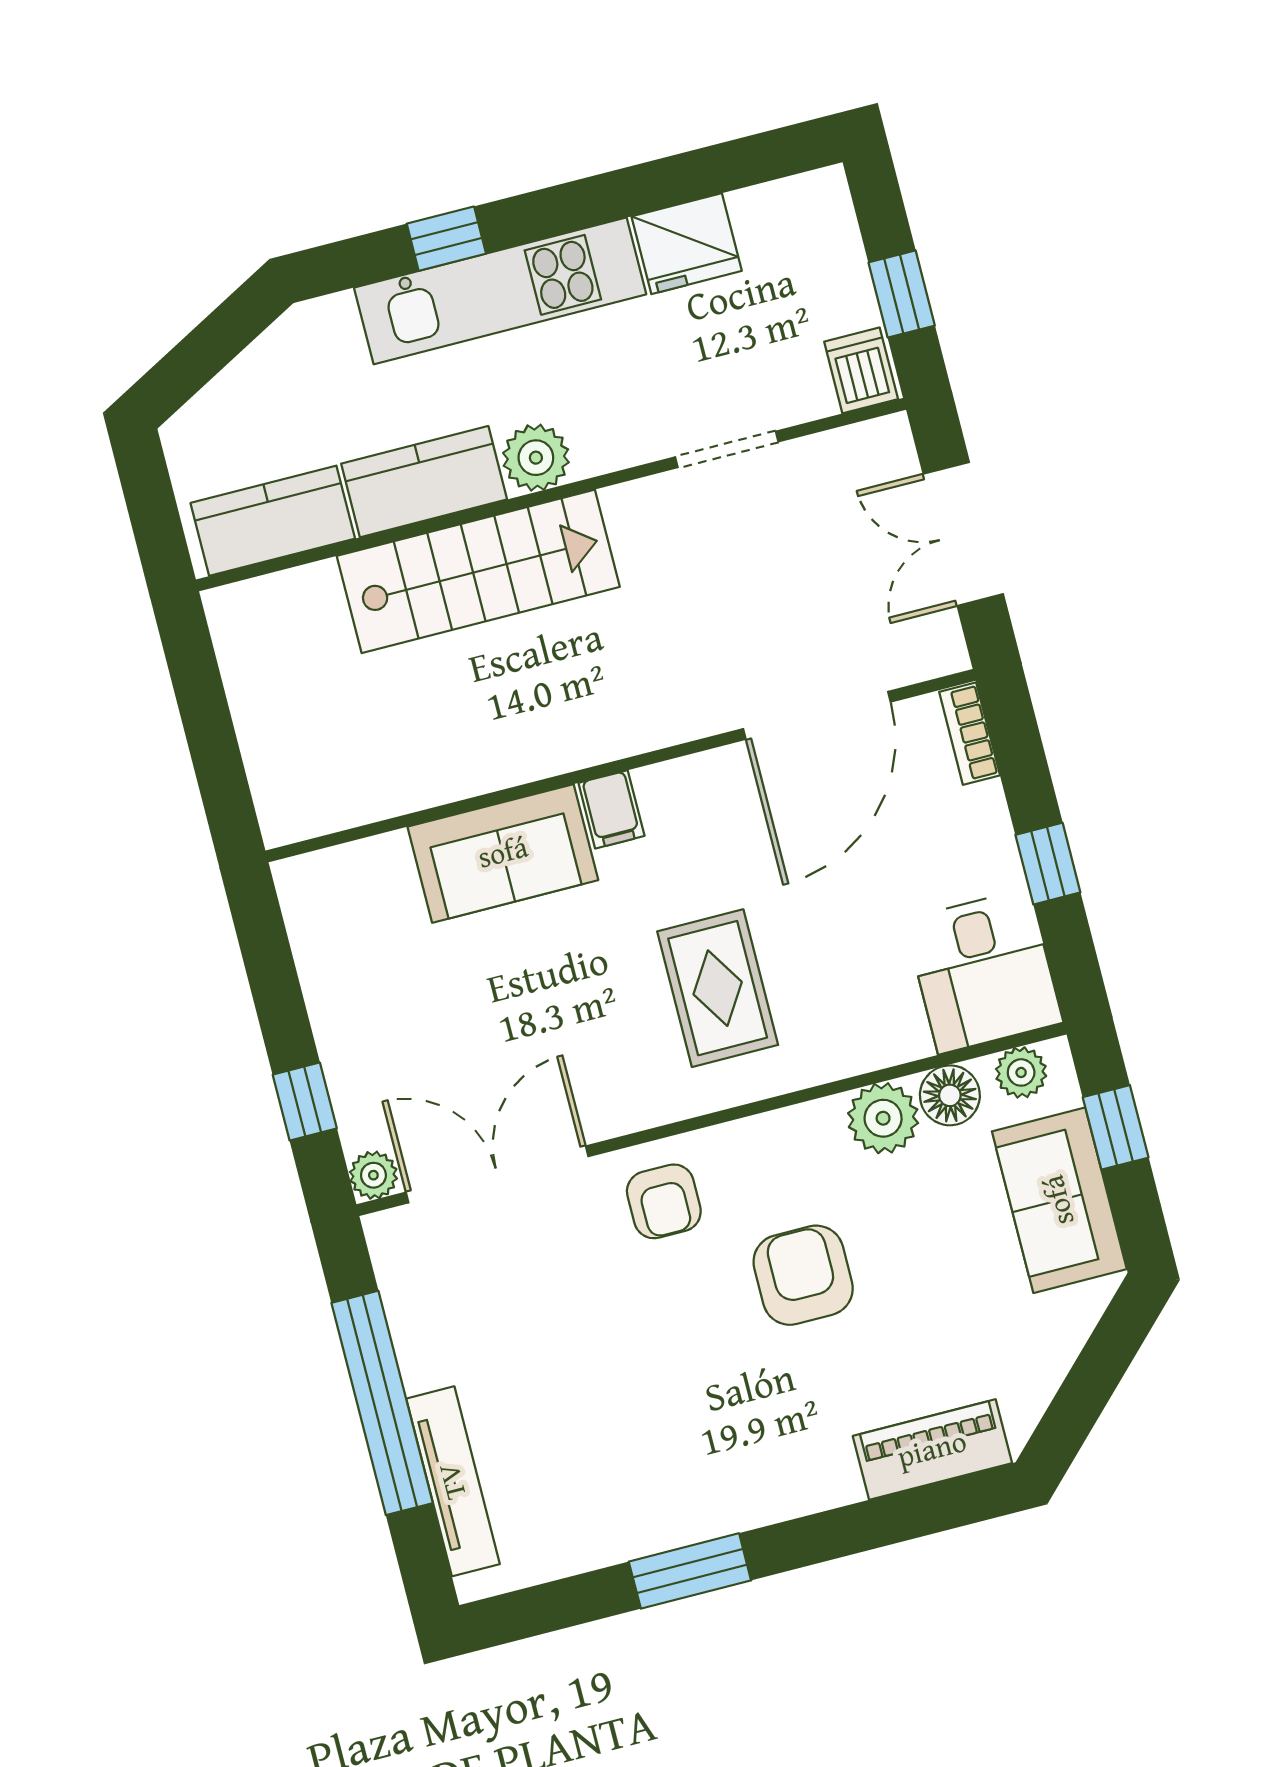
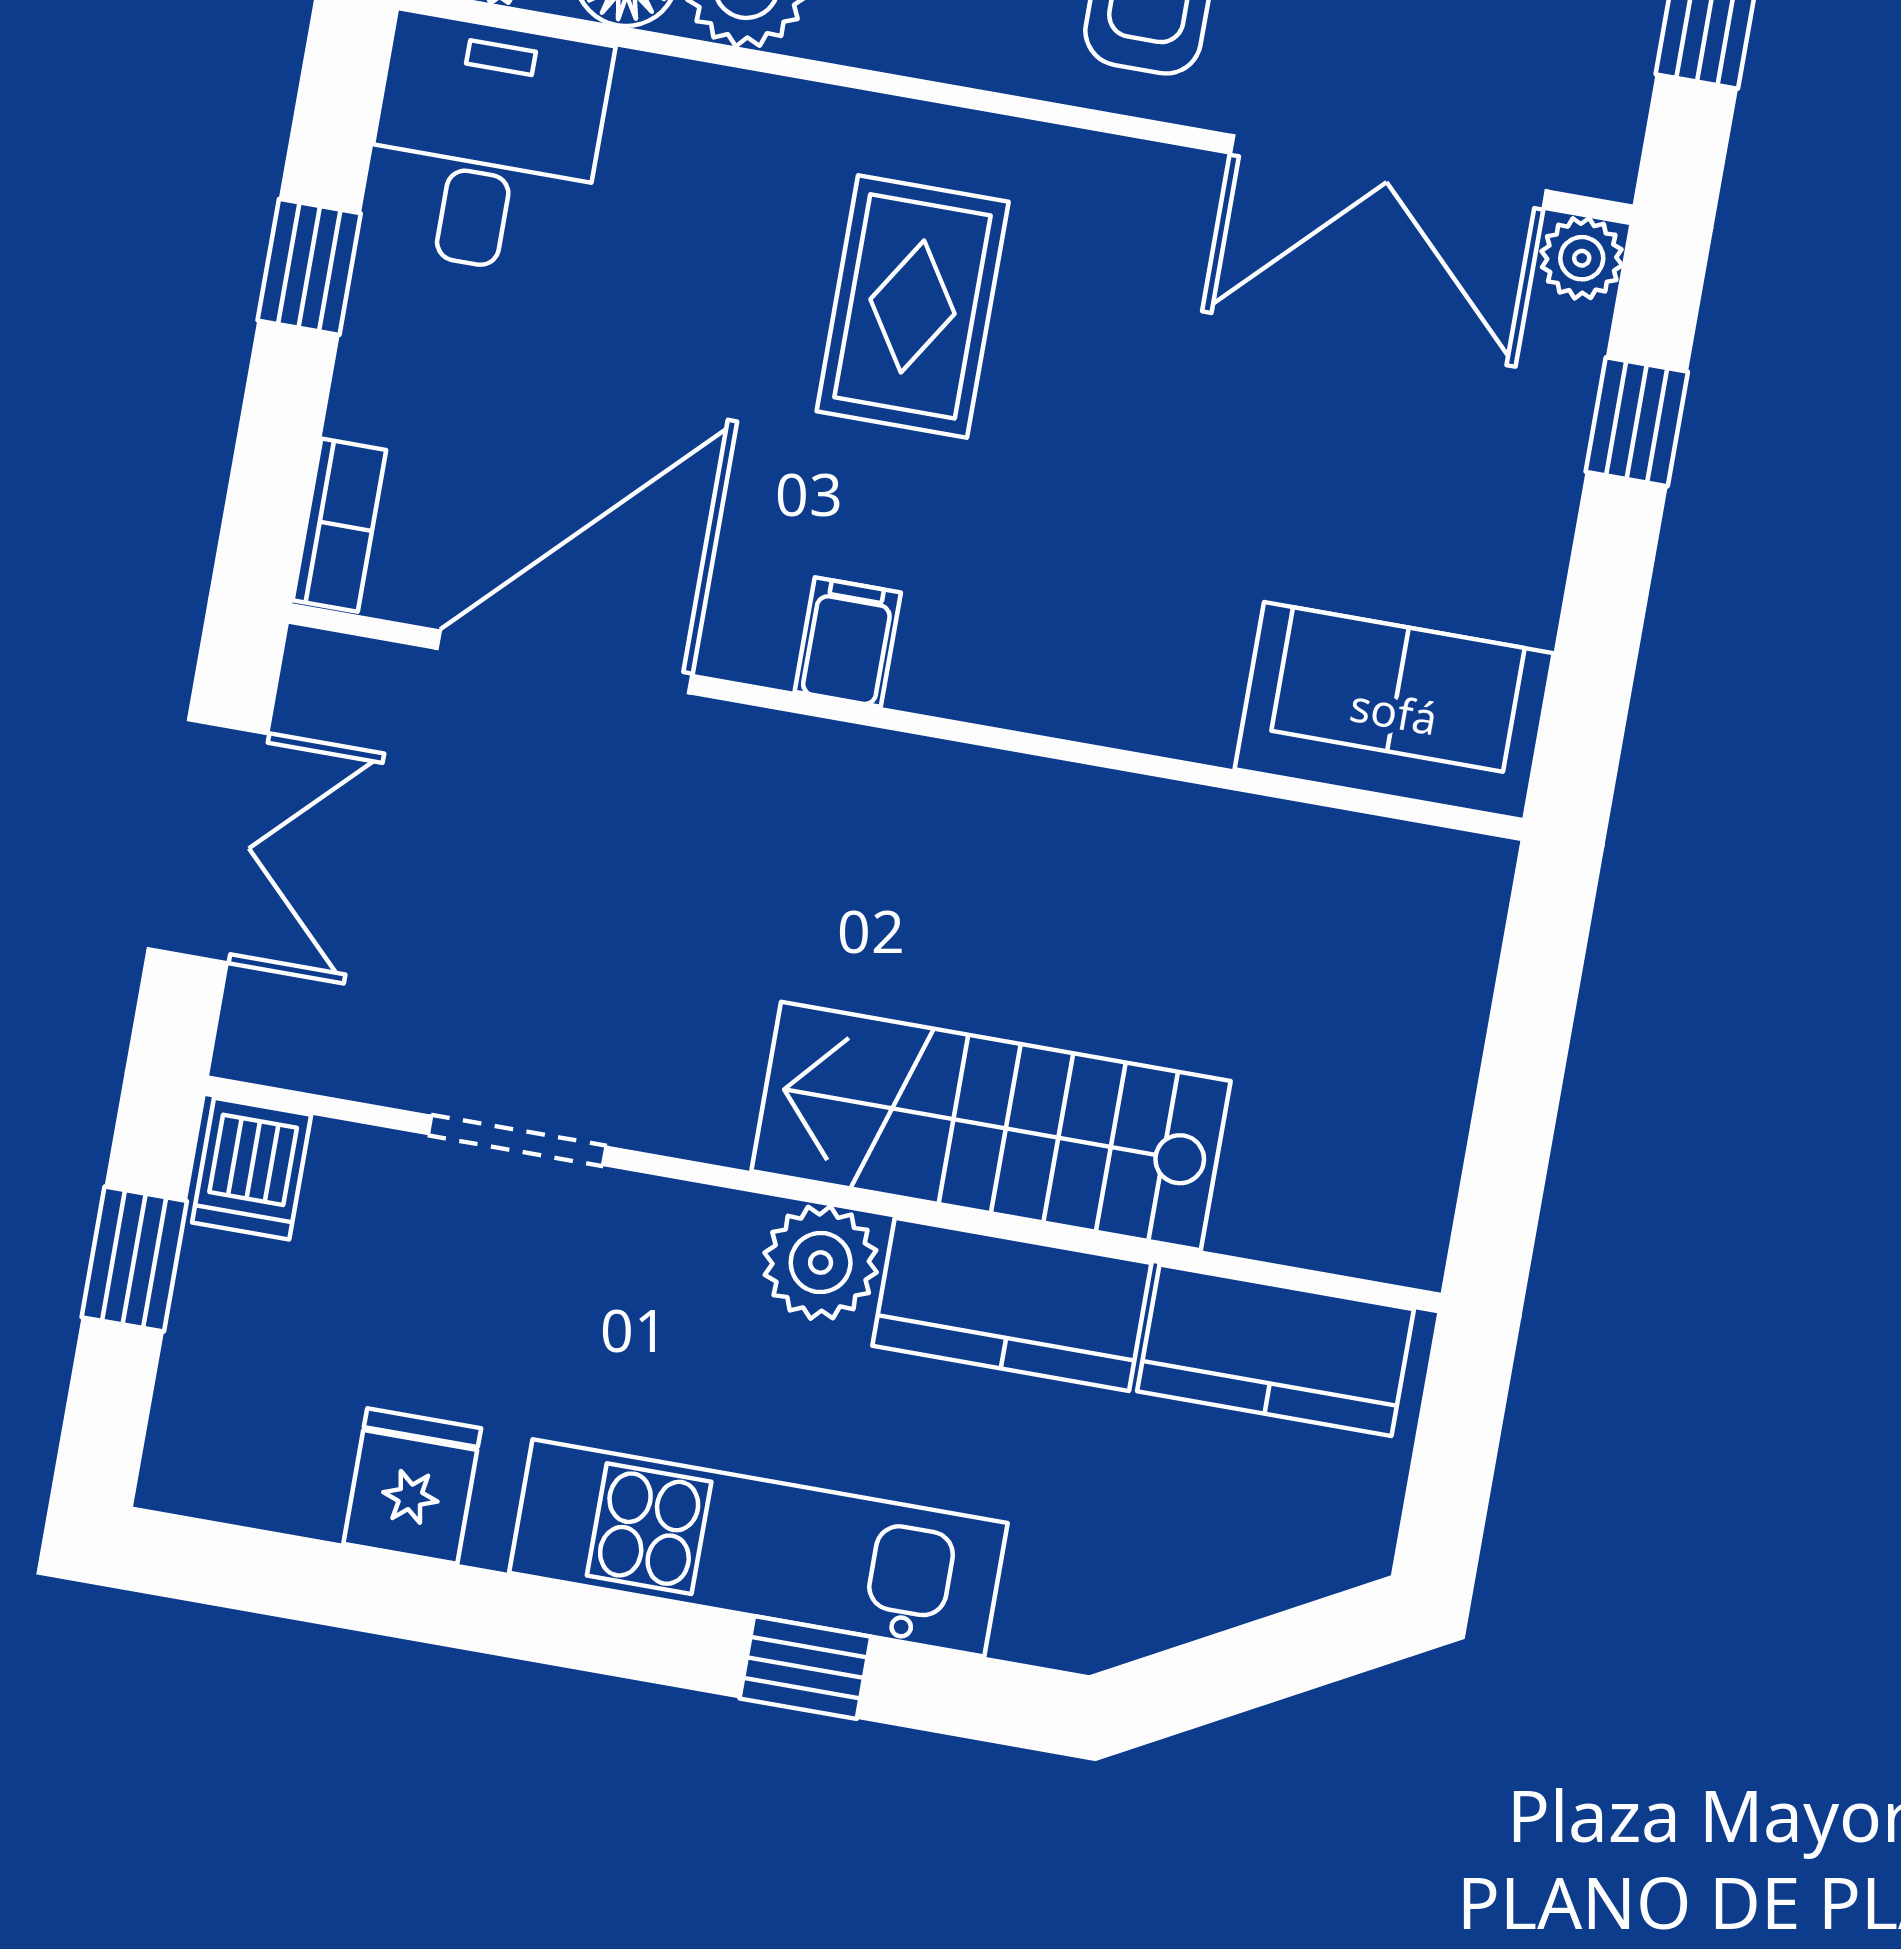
fridge: (687, 244) -> (412, 1486), width x0.72
filing cabinet: (611, 809) -> (848, 642), moved
sofa: (503, 853) -> (1394, 711), moved

